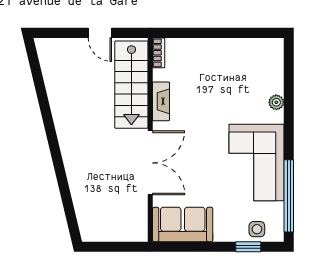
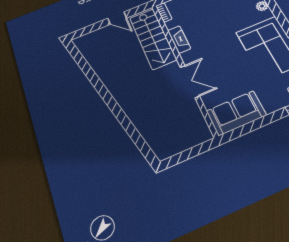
double door: (150, 163) -> (190, 81), width x0.73

